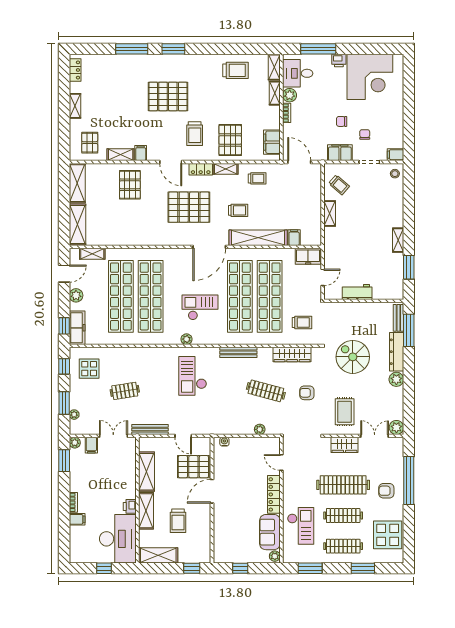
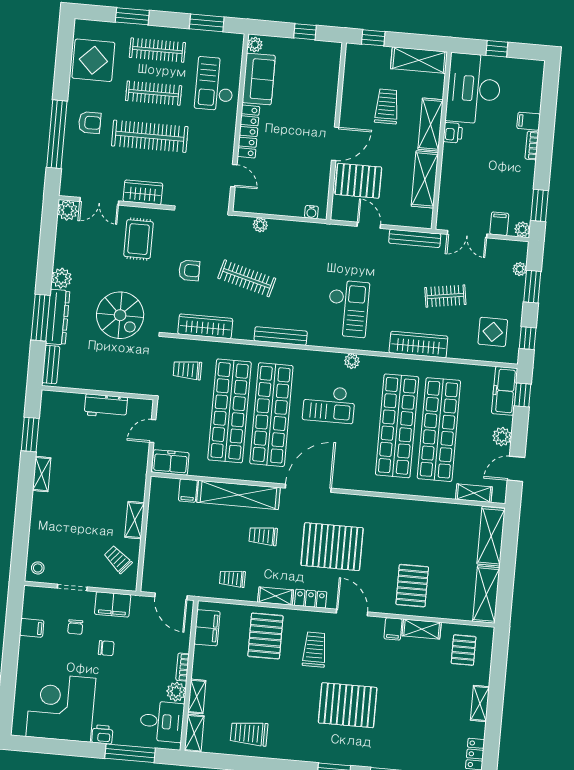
filing cabinet: (395, 155) -> (32, 628), moved
window: (409, 330) -> (40, 318), moved
wardrobe: (141, 355) -> (418, 345), added

